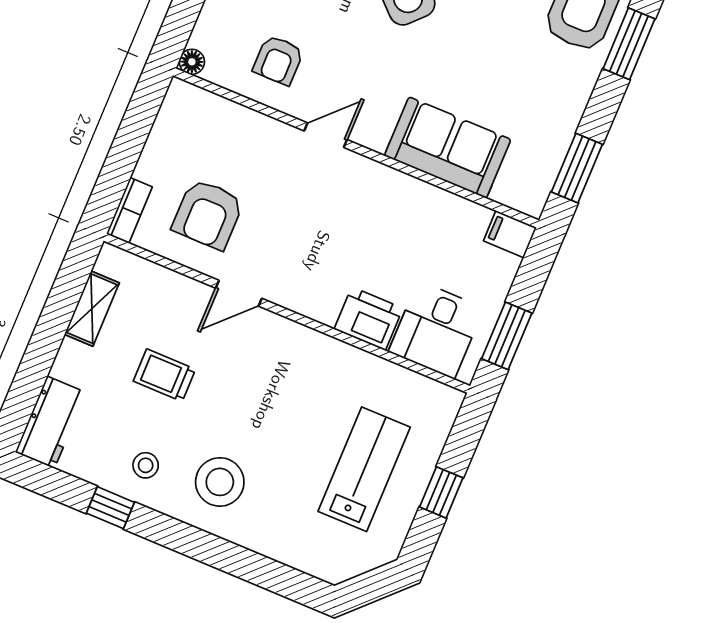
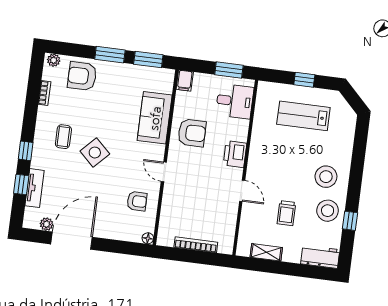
window: (629, 44) -> (110, 55), moved
bookcase: (129, 210) -> (196, 245), moved, width x1.56
armchair: (208, 214) -> (192, 133), moved
printer: (369, 319) -> (235, 154), moved
stool: (146, 465) -> (328, 211), width x1.89, depth x1.89

